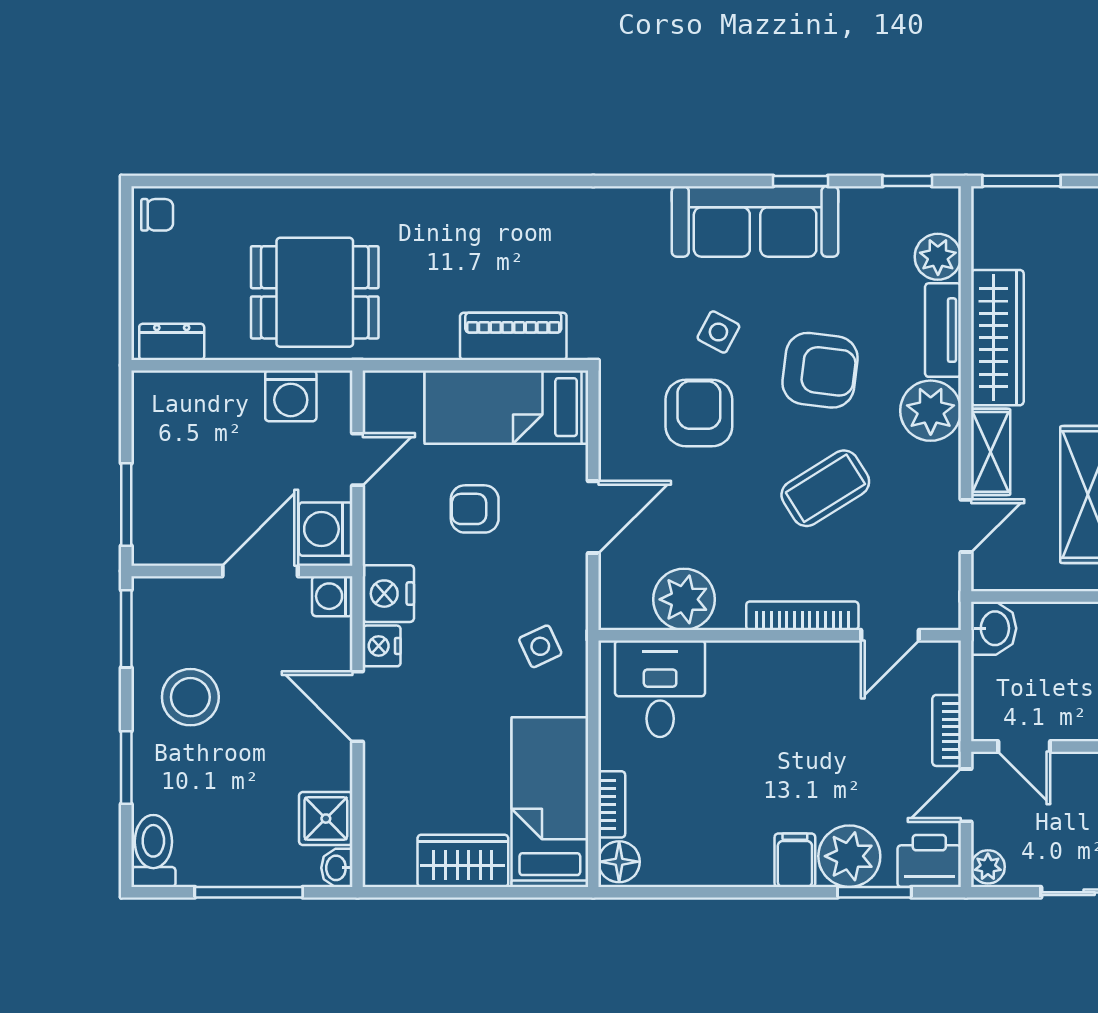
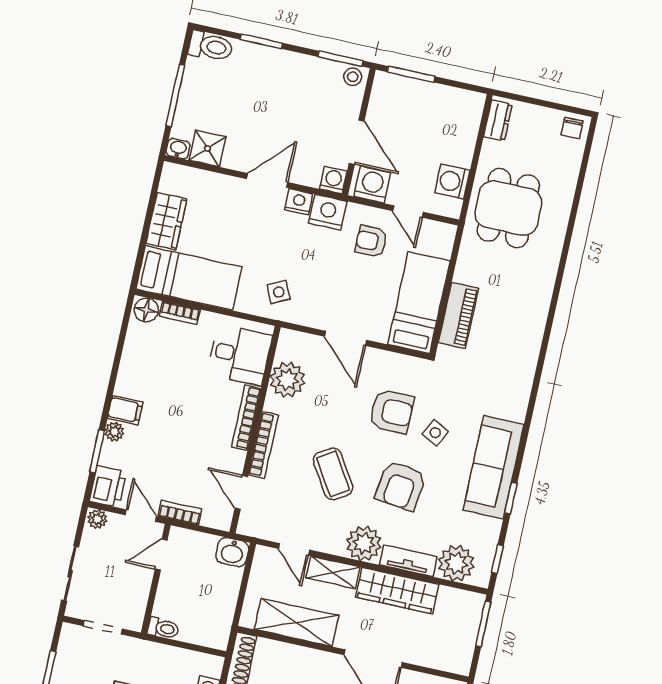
plant: (938, 257) -> (456, 563), width x1.36, depth x1.36
armchair: (475, 509) -> (371, 241), moved, turned -90
bookcase: (763, 654) -> (246, 418), added
stool: (190, 697) -> (353, 77), moved, width x0.53, depth x0.53
plant: (849, 856) -> (114, 432), width x0.53, depth x0.53

